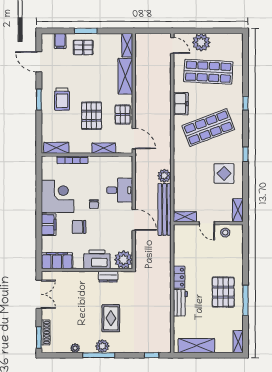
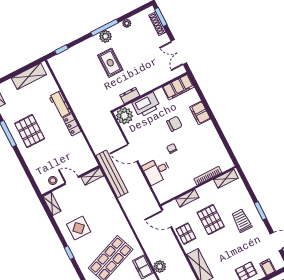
plant: (164, 176) -> (160, 266), moved
corner desk: (57, 196) -> (205, 140), removed

